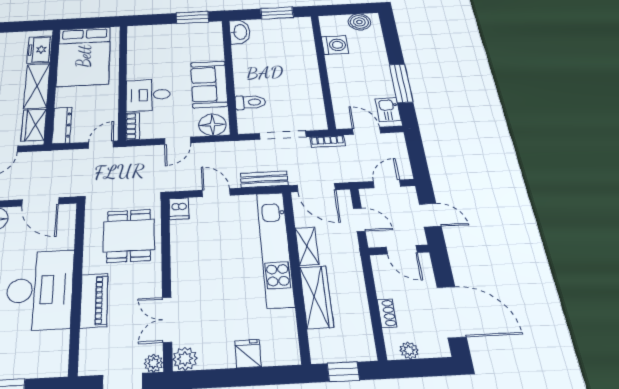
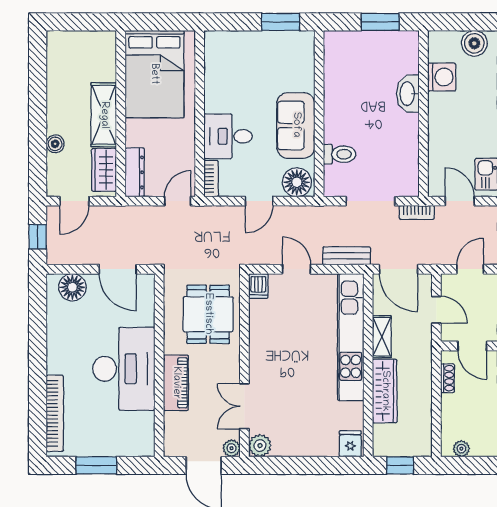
washbasin: (240, 32) -> (408, 94), moved, turned 180
freezer: (40, 50) -> (103, 60), removed
shoe rack: (387, 313) -> (448, 378), moved
fridge: (248, 354) -> (350, 444), moved

